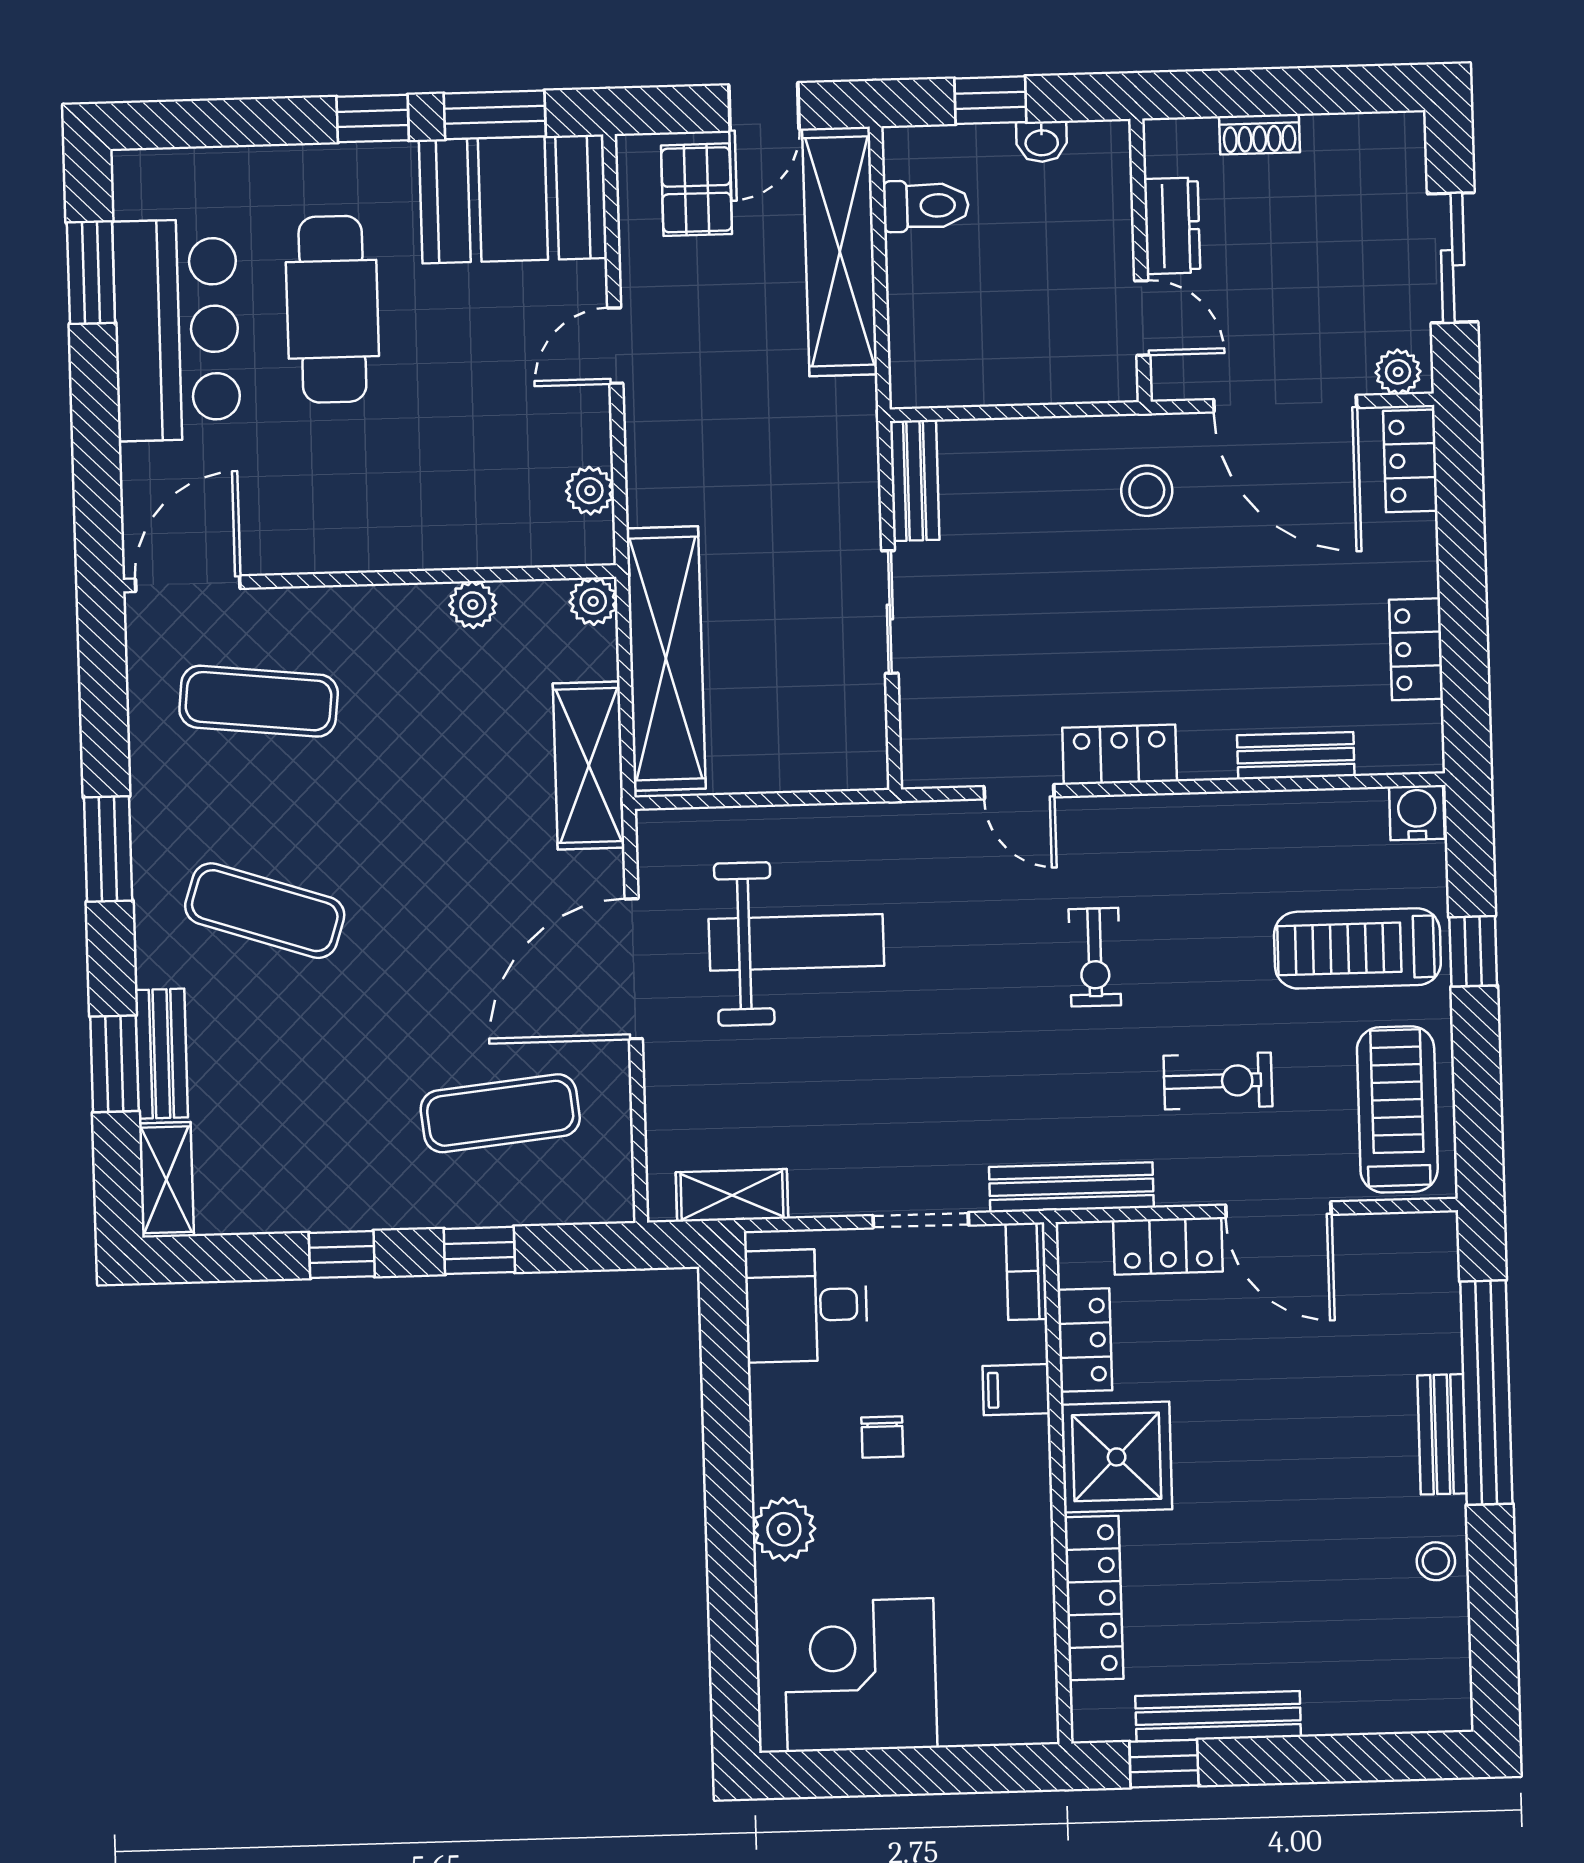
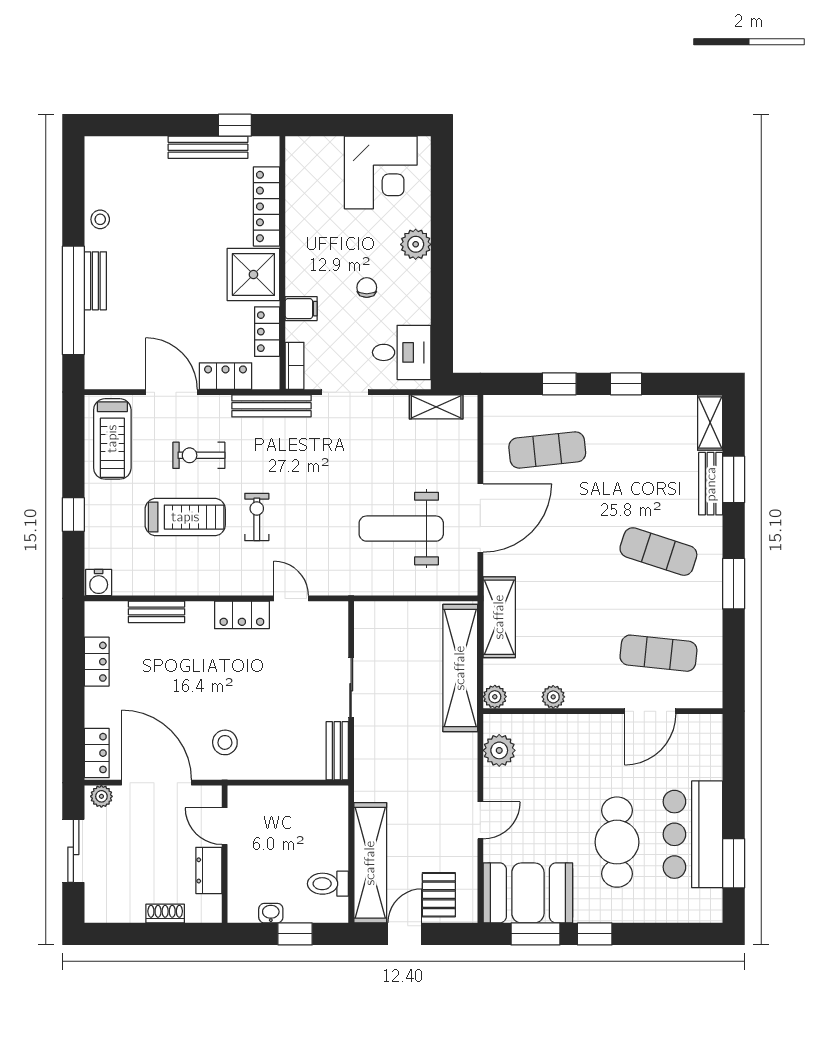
plant: (590, 491) -> (499, 750), width x1.38, depth x1.38
door: (188, 584) -> (650, 711), moved
treadmill: (1357, 948) -> (185, 517), moved

